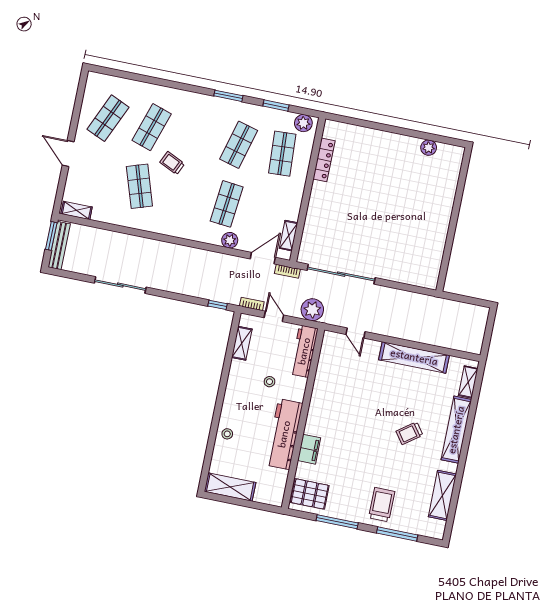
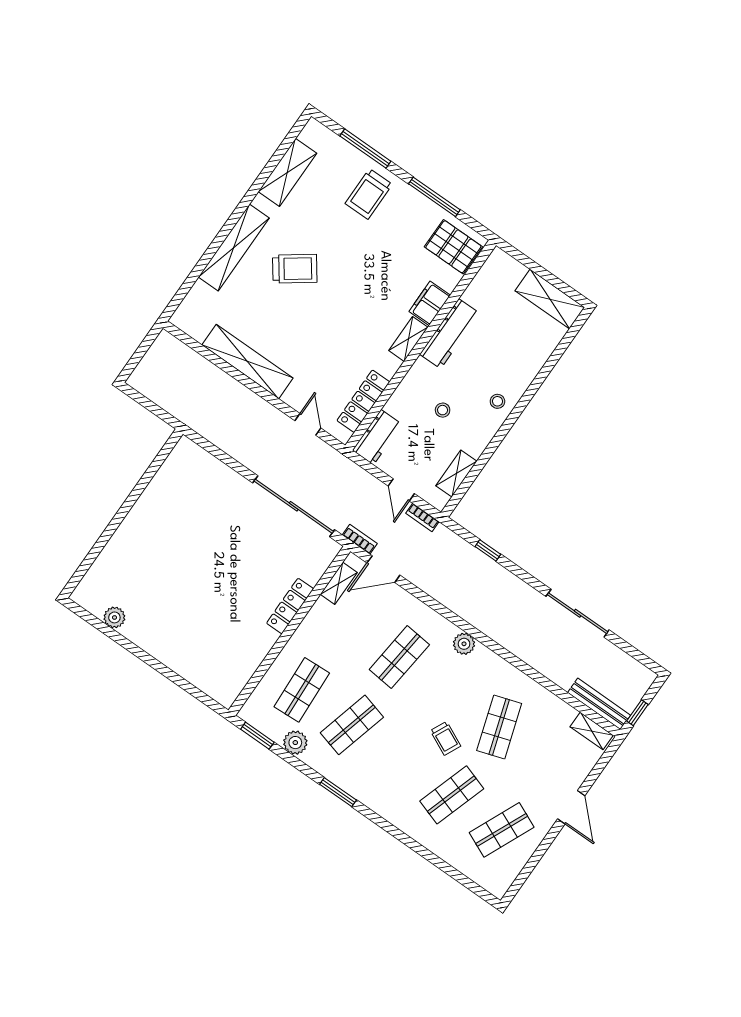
window: (276, 106) -> (257, 736), moved
plant: (303, 123) -> (295, 743), moved
locker: (324, 160) -> (290, 606), moved
window: (51, 236) -> (637, 713), width x0.67
plant: (230, 240) -> (464, 644), moved
bench: (59, 246) -> (599, 704), moved, turned 90
window: (218, 305) -> (488, 550), moved
plant: (312, 310) -> (349, 477), removed
workbench: (304, 351) -> (377, 437), width x0.73
locker: (325, 365) -> (363, 401), added
shelving: (468, 382) -> (408, 339), moved
trolley: (409, 433) -> (295, 269), width x1.36, depth x1.39
stool: (227, 434) -> (497, 401), moved
workbench: (284, 434) -> (450, 334), width x0.73, depth x0.76

